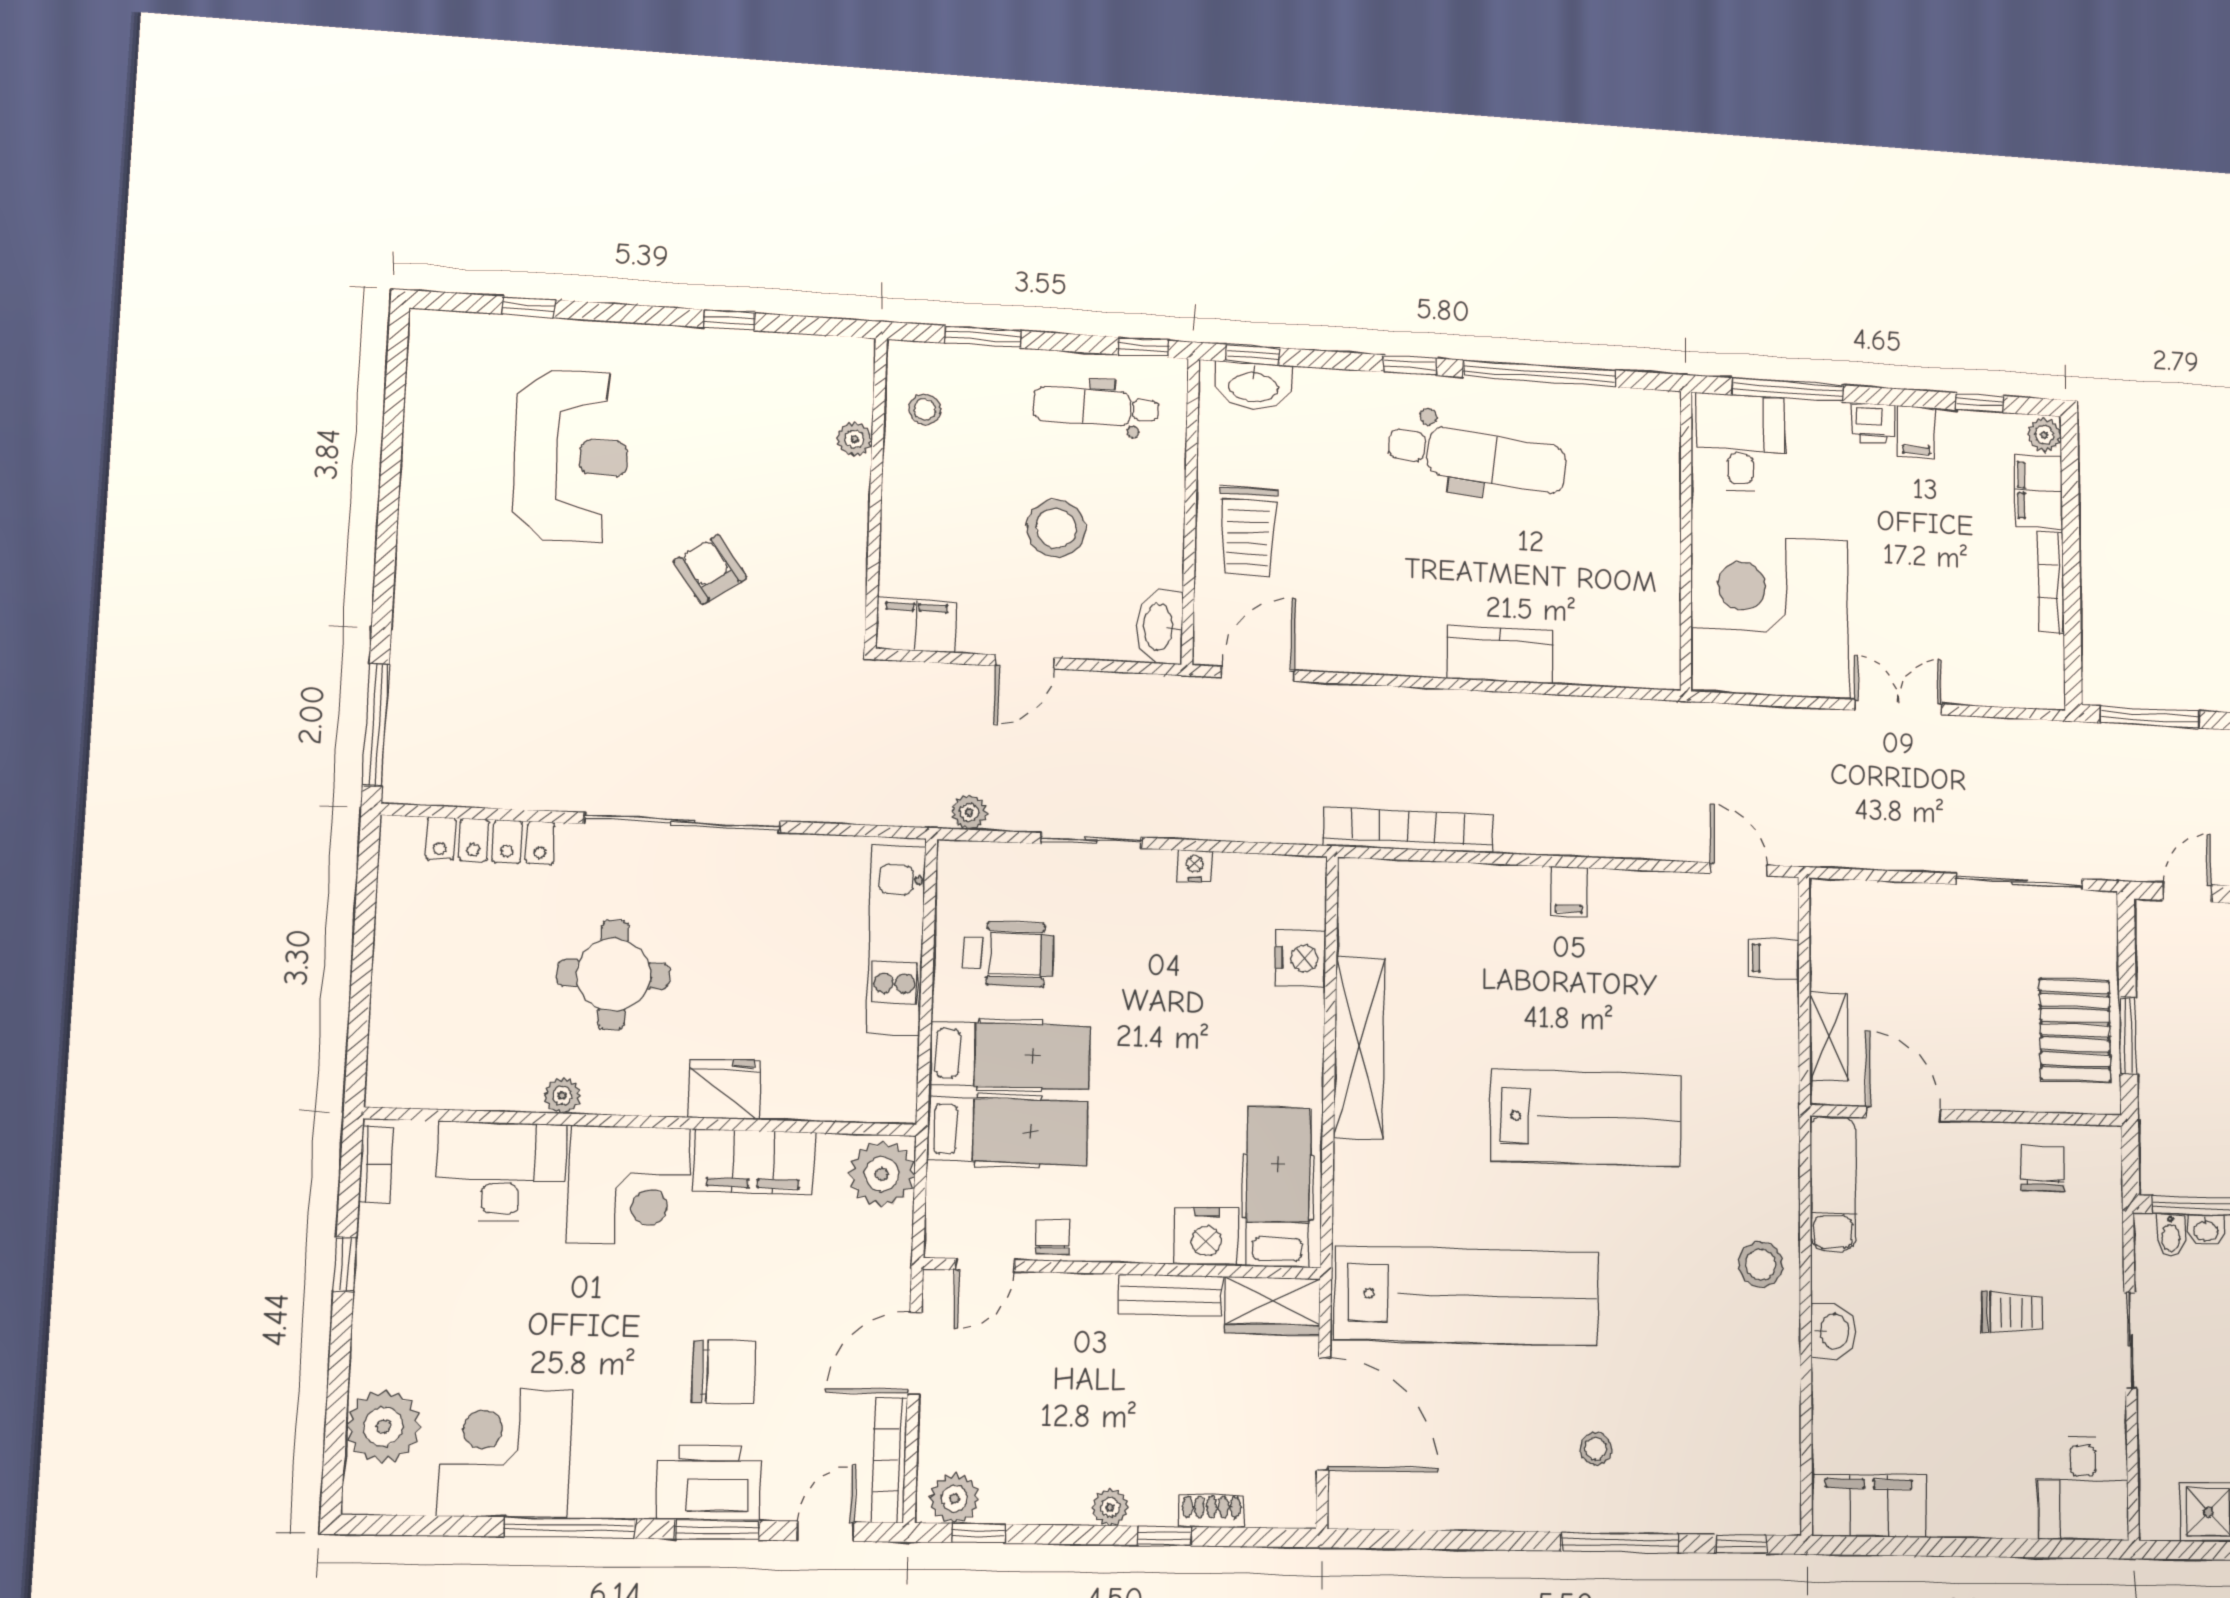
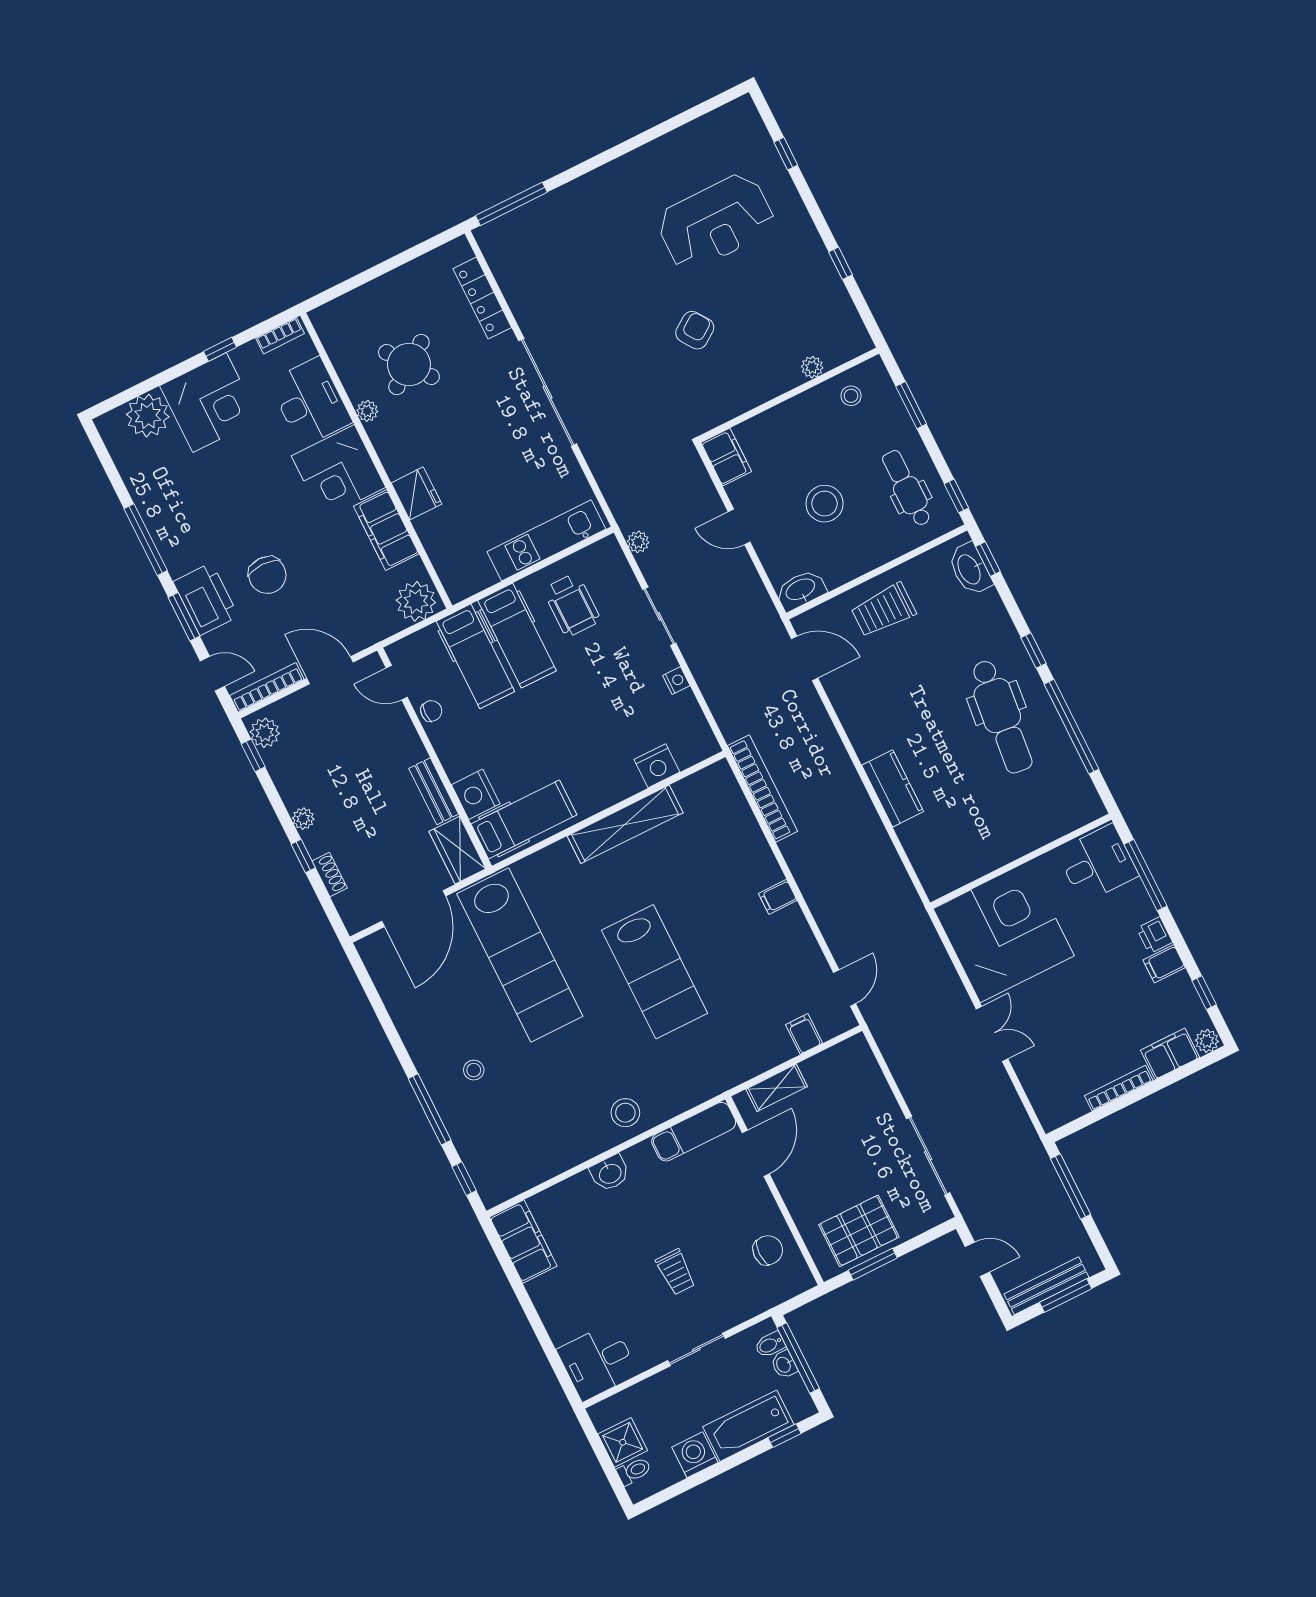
round table: (613, 975) -> (409, 365), moved, turned -35
corner desk: (505, 1453) -> (210, 402), moved, turned 90

